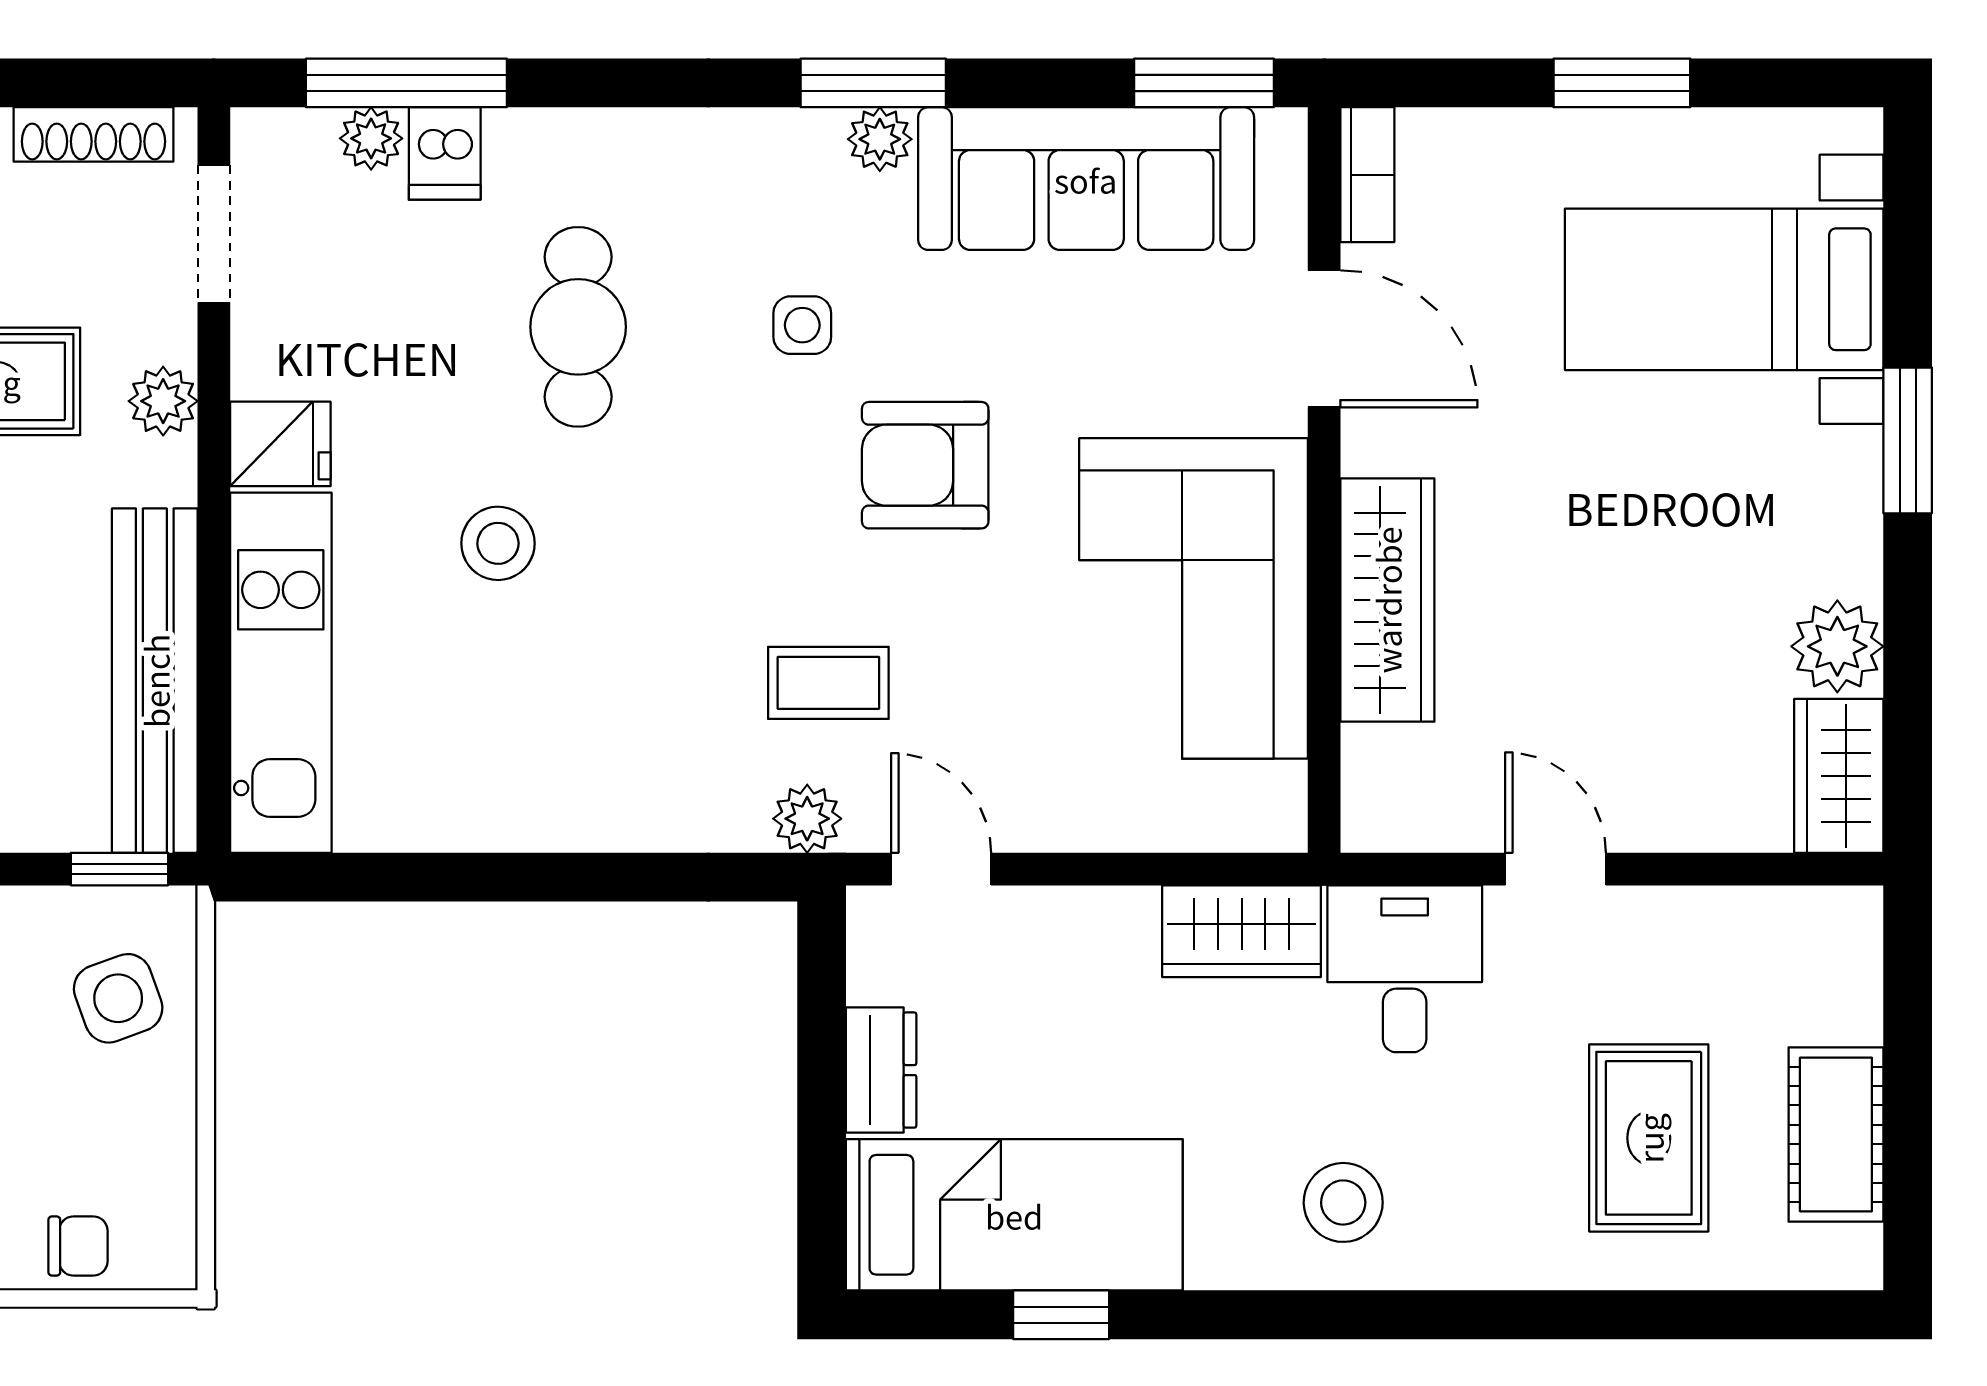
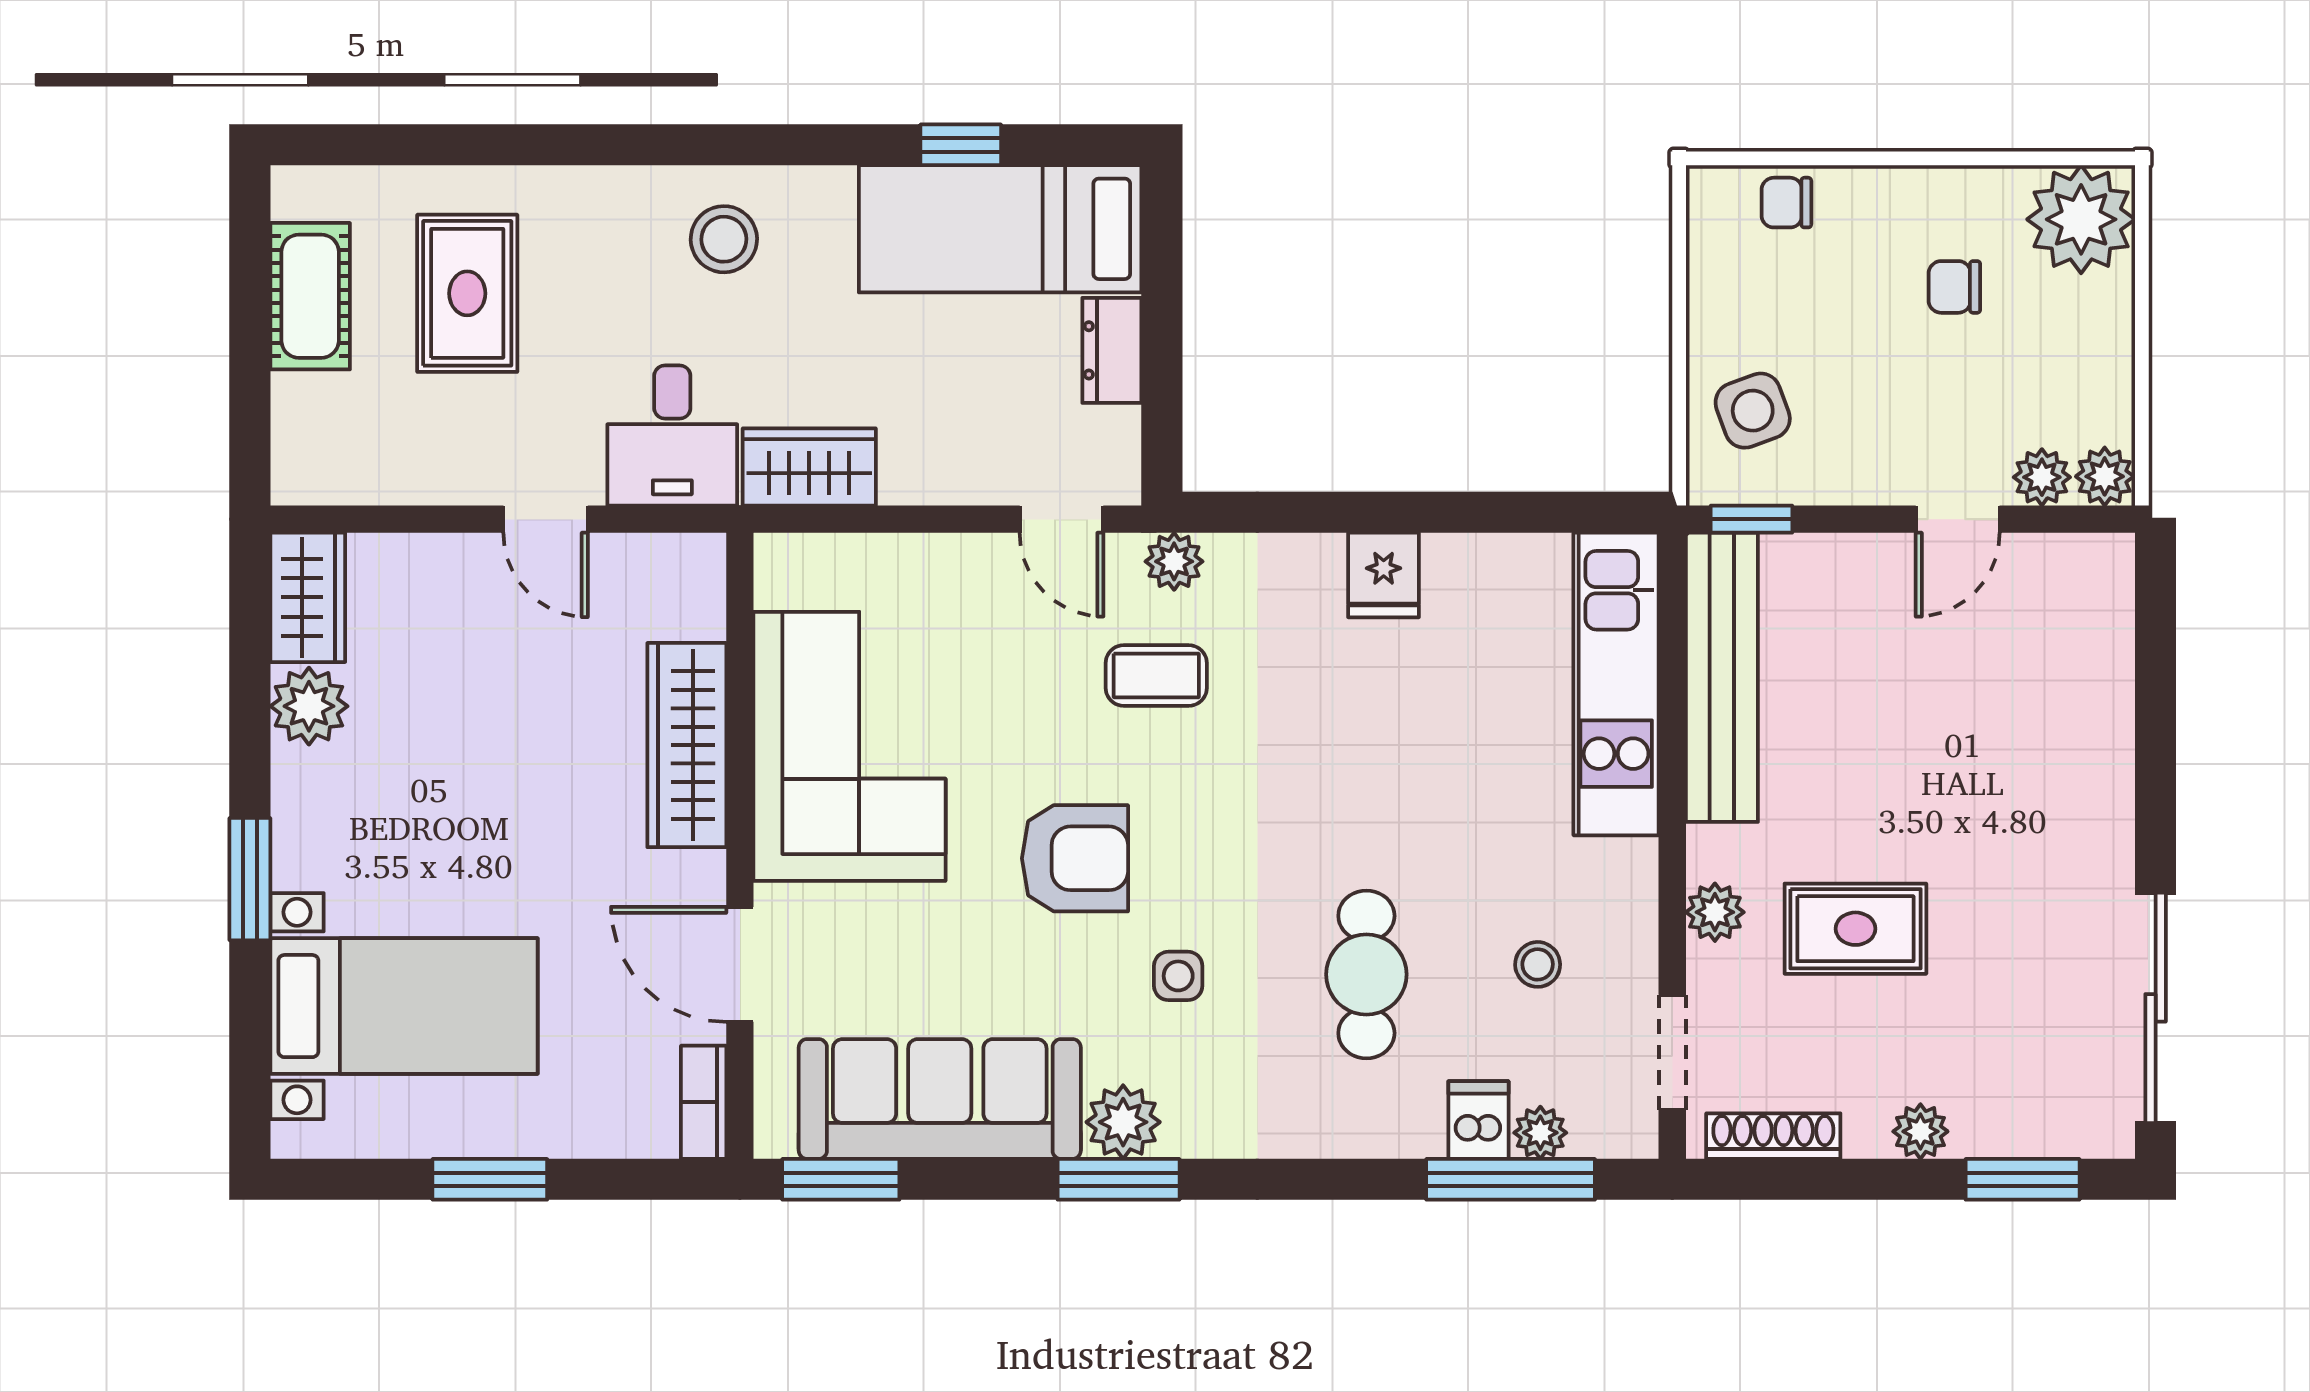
plant: (880, 139) -> (1123, 1122), width x1.38, depth x1.38
fridge: (280, 444) -> (1384, 575), moved, turned -90
stool: (498, 543) -> (1538, 964), moved, width x0.73, depth x0.73

